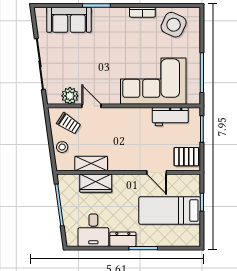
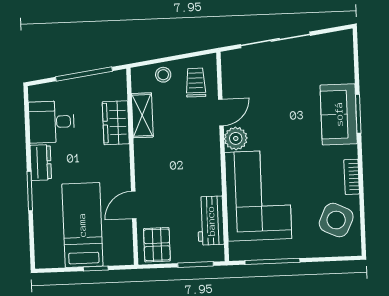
sofa: (69, 20) -> (339, 114), moved
plant: (70, 96) -> (236, 138), moved
trolley: (69, 123) -> (196, 83), turned 147

